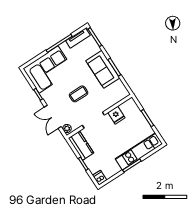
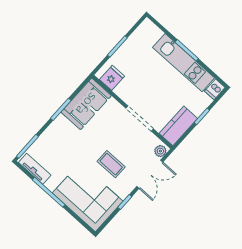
sofa: (103, 69) -> (86, 104), moved
coffee table: (79, 94) -> (111, 164), moved
fridge: (116, 115) -> (112, 78), moved
kitchen unit: (139, 151) -> (184, 63), moved

